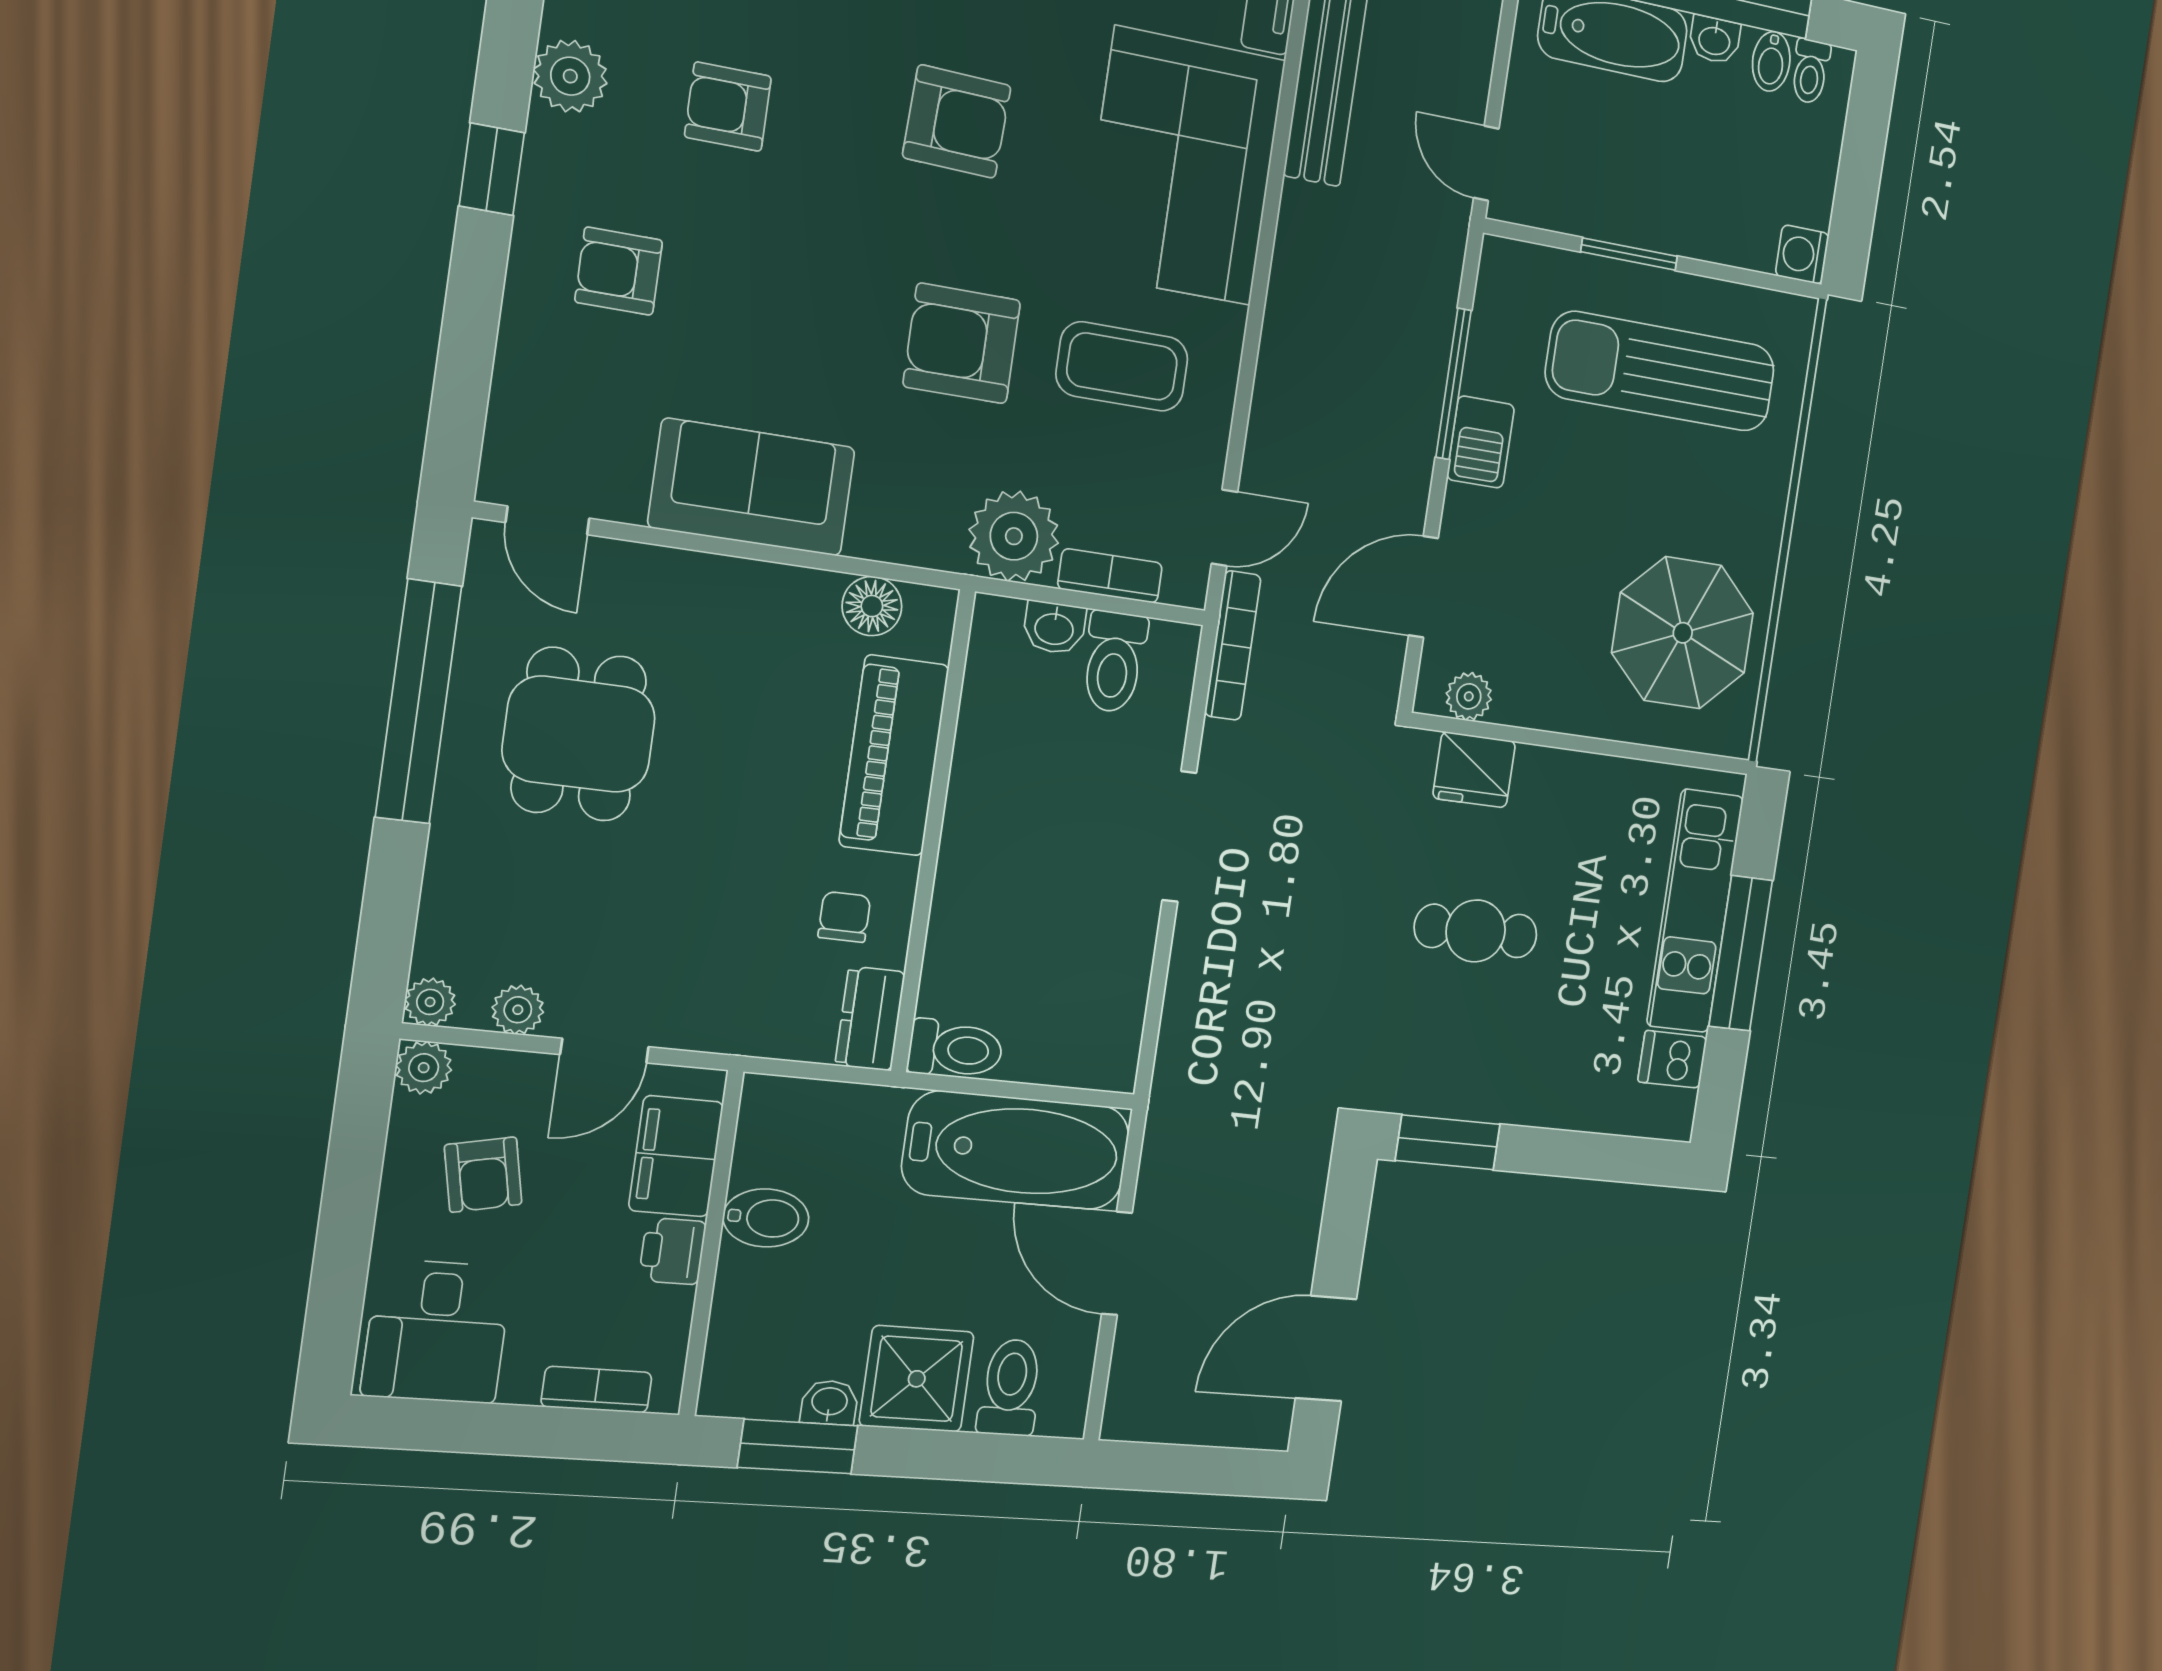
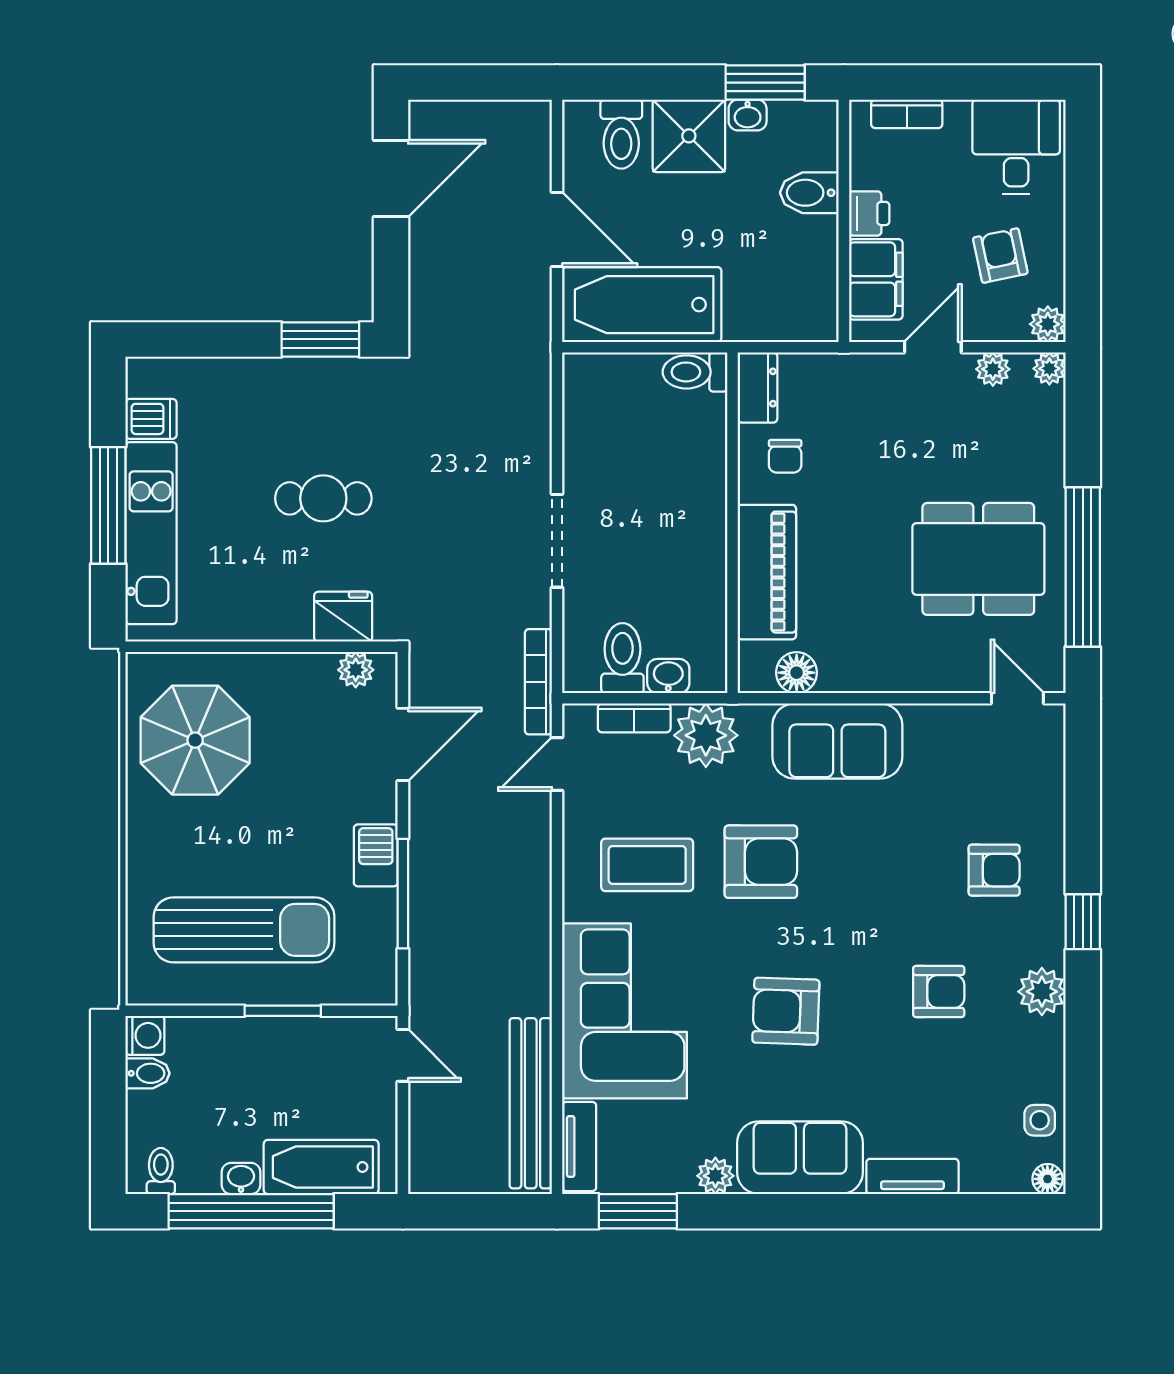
bidet: (1771, 61) -> (148, 1073), moved, turned 90
sofa: (752, 487) -> (837, 741), moved
dining table: (579, 734) -> (978, 559), width x1.38
bidet: (766, 1218) -> (809, 193), moved

